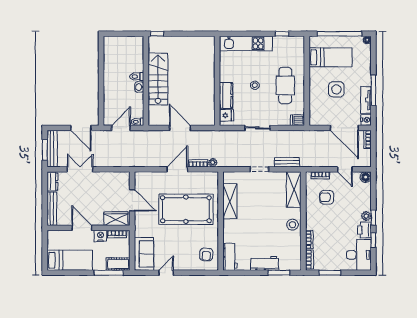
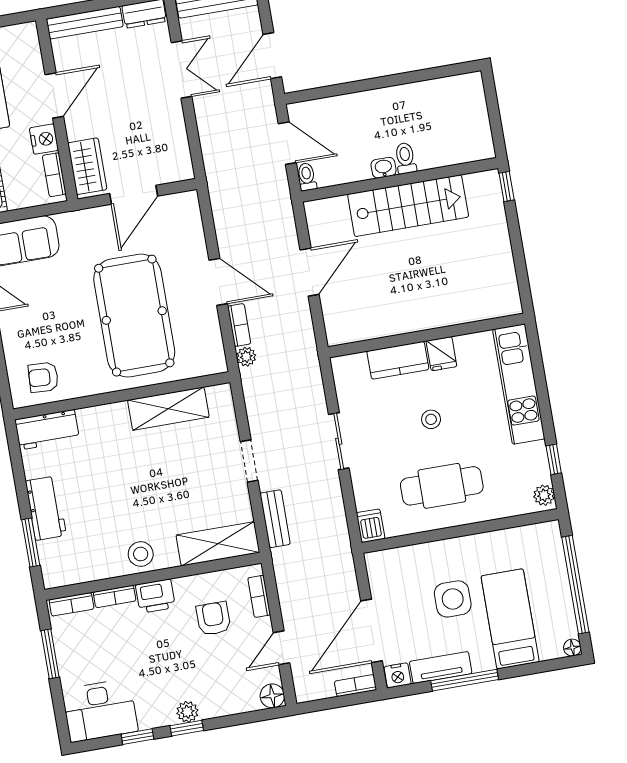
plant: (297, 41) -> (544, 495), added
bed: (330, 57) -> (510, 619), moved, turned 180
fridge: (226, 115) -> (441, 354), moved
printer: (364, 230) -> (155, 596), moved, turned 180

